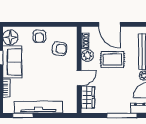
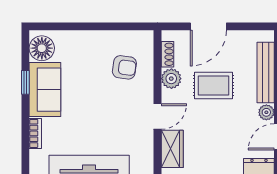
door: (110, 24) -> (208, 26), hinge flipped
armchair: (39, 36) -> (90, 46), removed

